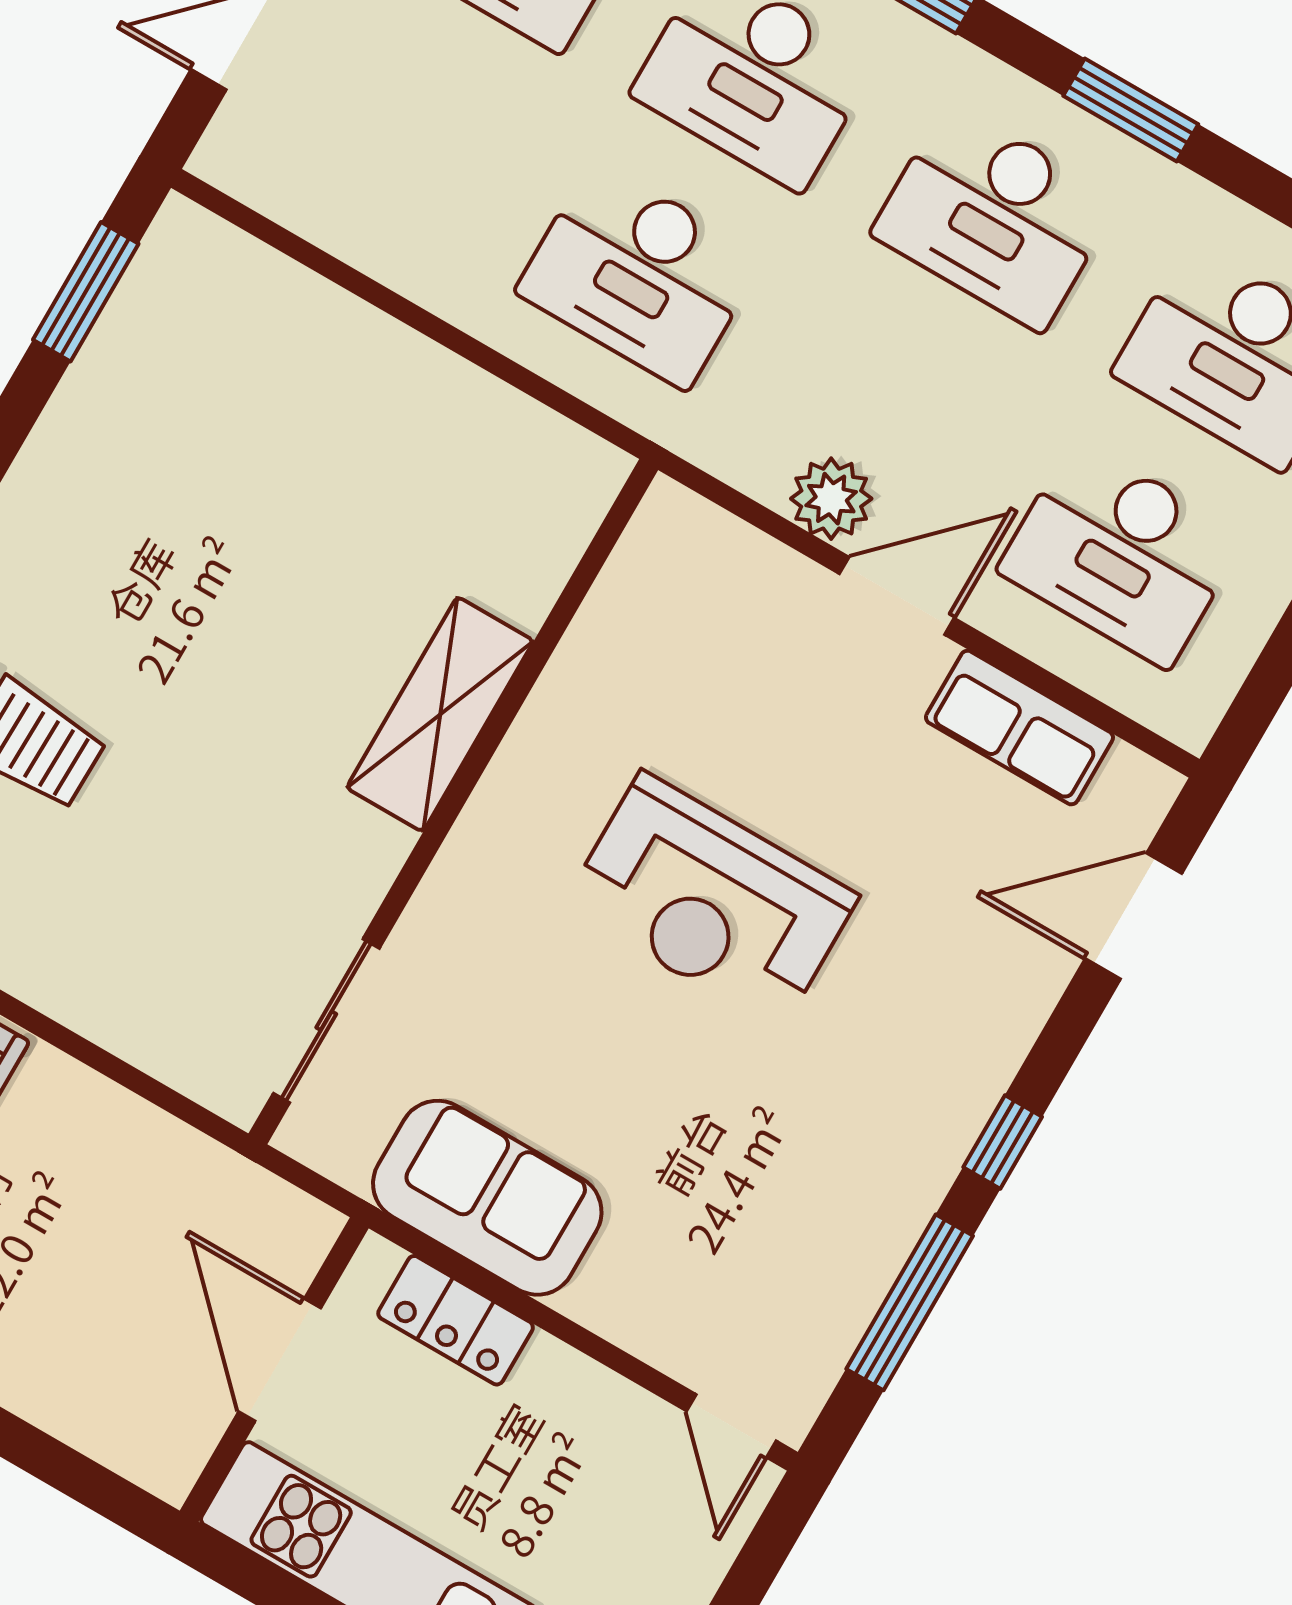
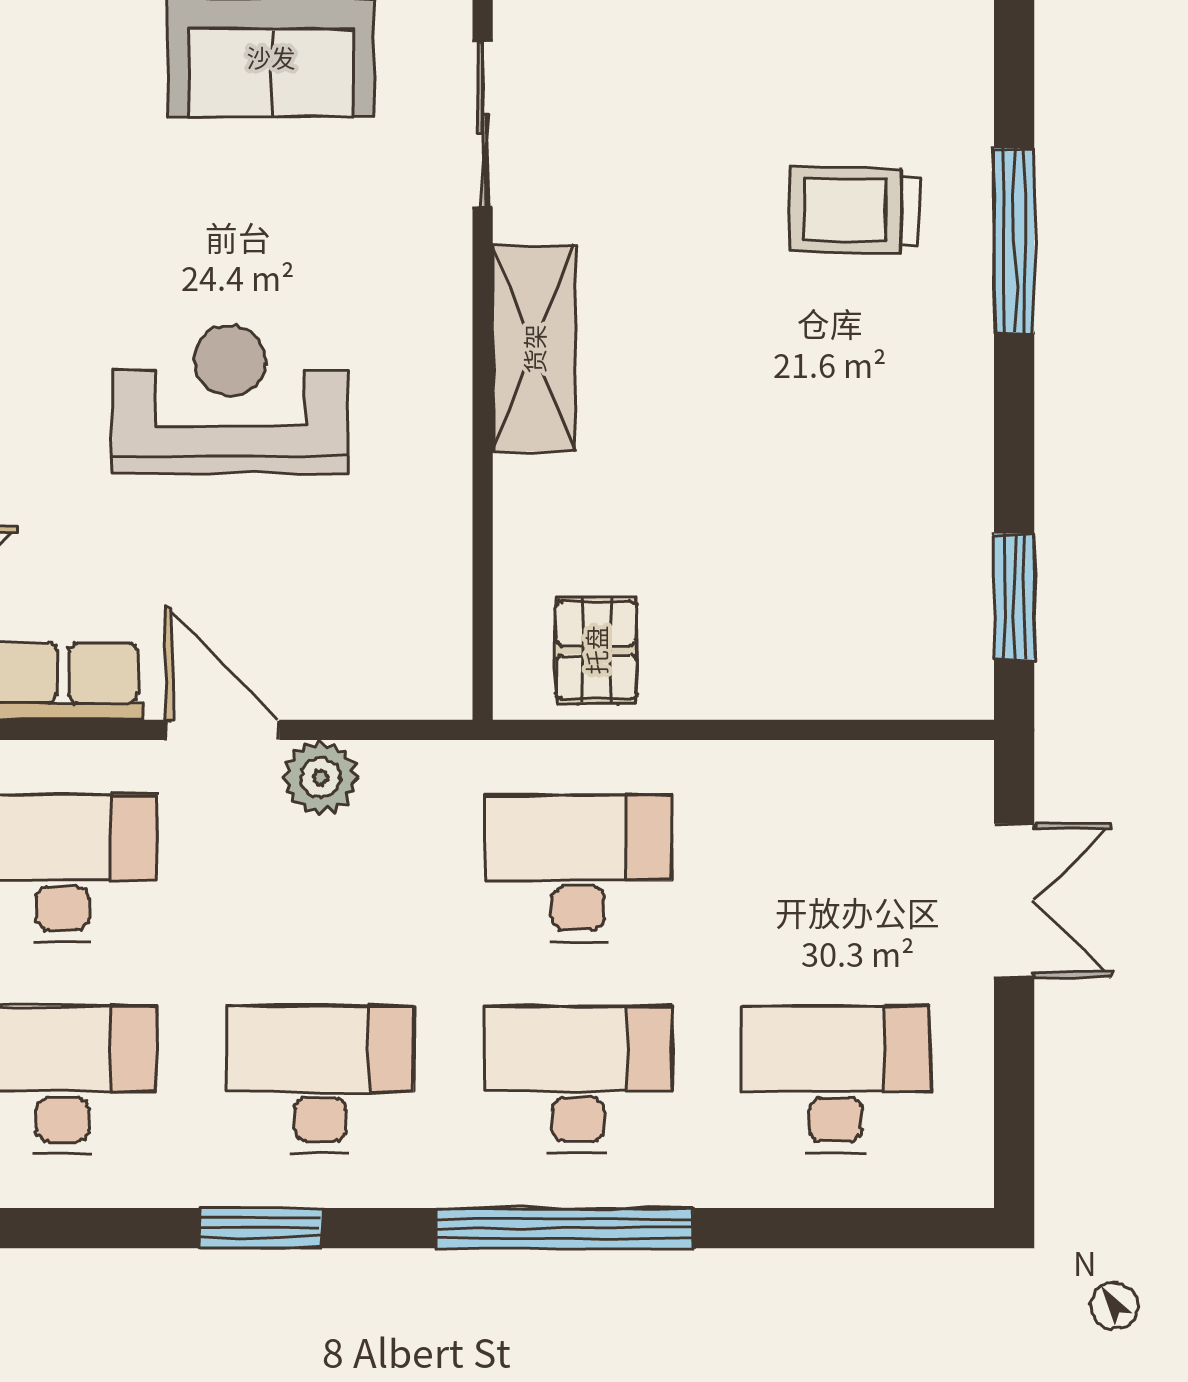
pallet: (505, 468) -> (596, 650), added
door: (897, 596) -> (223, 730), swing flipped
shelving: (440, 714) -> (534, 349), moved

